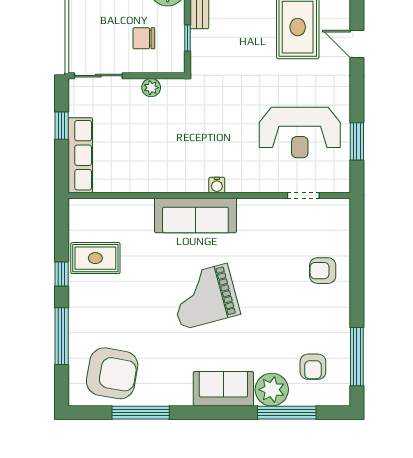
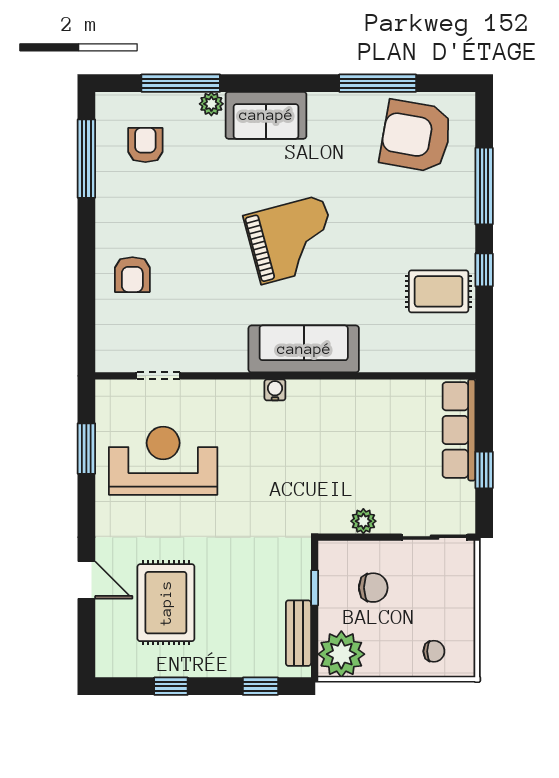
armchair: (323, 271) -> (132, 275), turned 90
plant: (272, 390) -> (211, 104), width x0.53, depth x0.53

